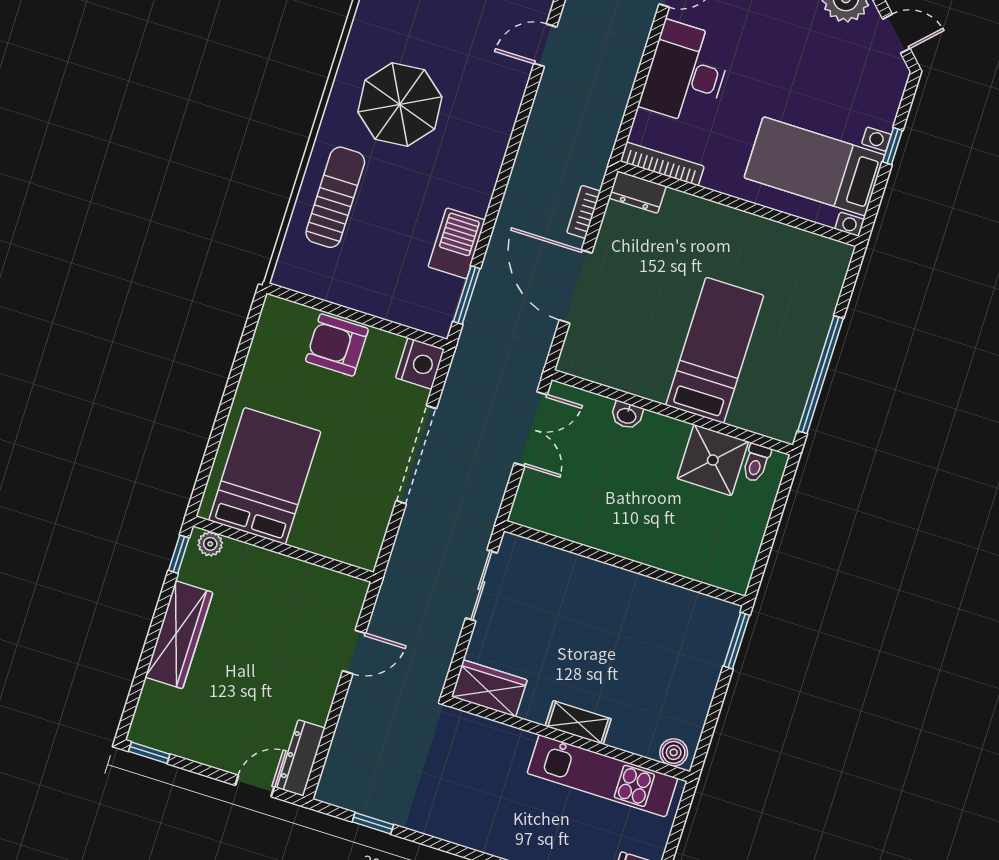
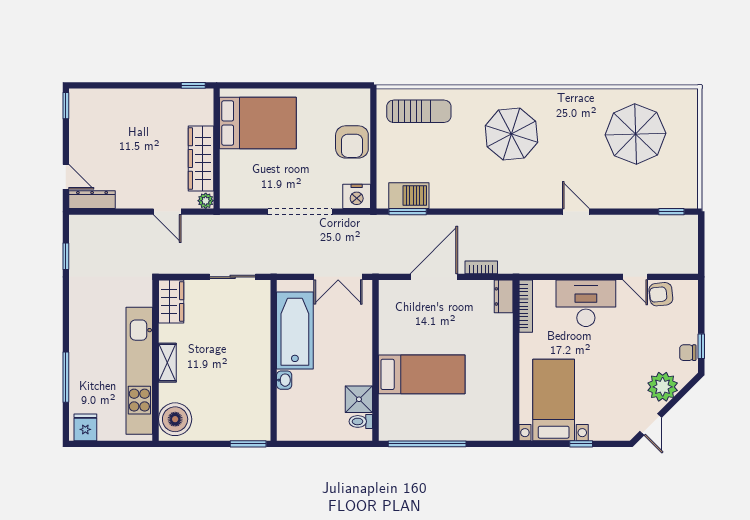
sun lounger: (335, 197) -> (419, 111), moved
barbecue: (457, 243) -> (409, 196), moved
armchair: (337, 345) -> (352, 142), turned 180
washbasin: (627, 415) -> (284, 380), moved, turned 180
shower: (713, 460) -> (359, 399), width x0.73, depth x0.73
bathtub: (590, 518) -> (295, 331), added
plant: (210, 544) -> (206, 201), moved
wardrobe: (179, 635) -> (201, 159), moved, turned 90
boiler: (674, 752) -> (175, 419), width x1.86, depth x1.86
kitchen unit: (602, 776) -> (139, 371), width x1.36

